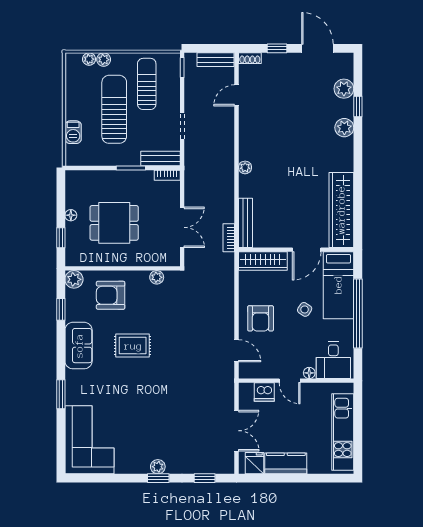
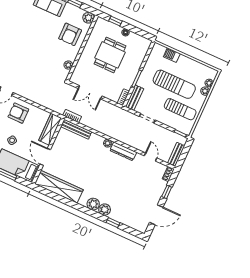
plant: (344, 89) -> (93, 204), moved
dresser: (247, 139) -> (123, 151), added
armchair: (111, 295) -> (70, 34), turned 180
rug: (133, 346) -> (36, 34), removed

